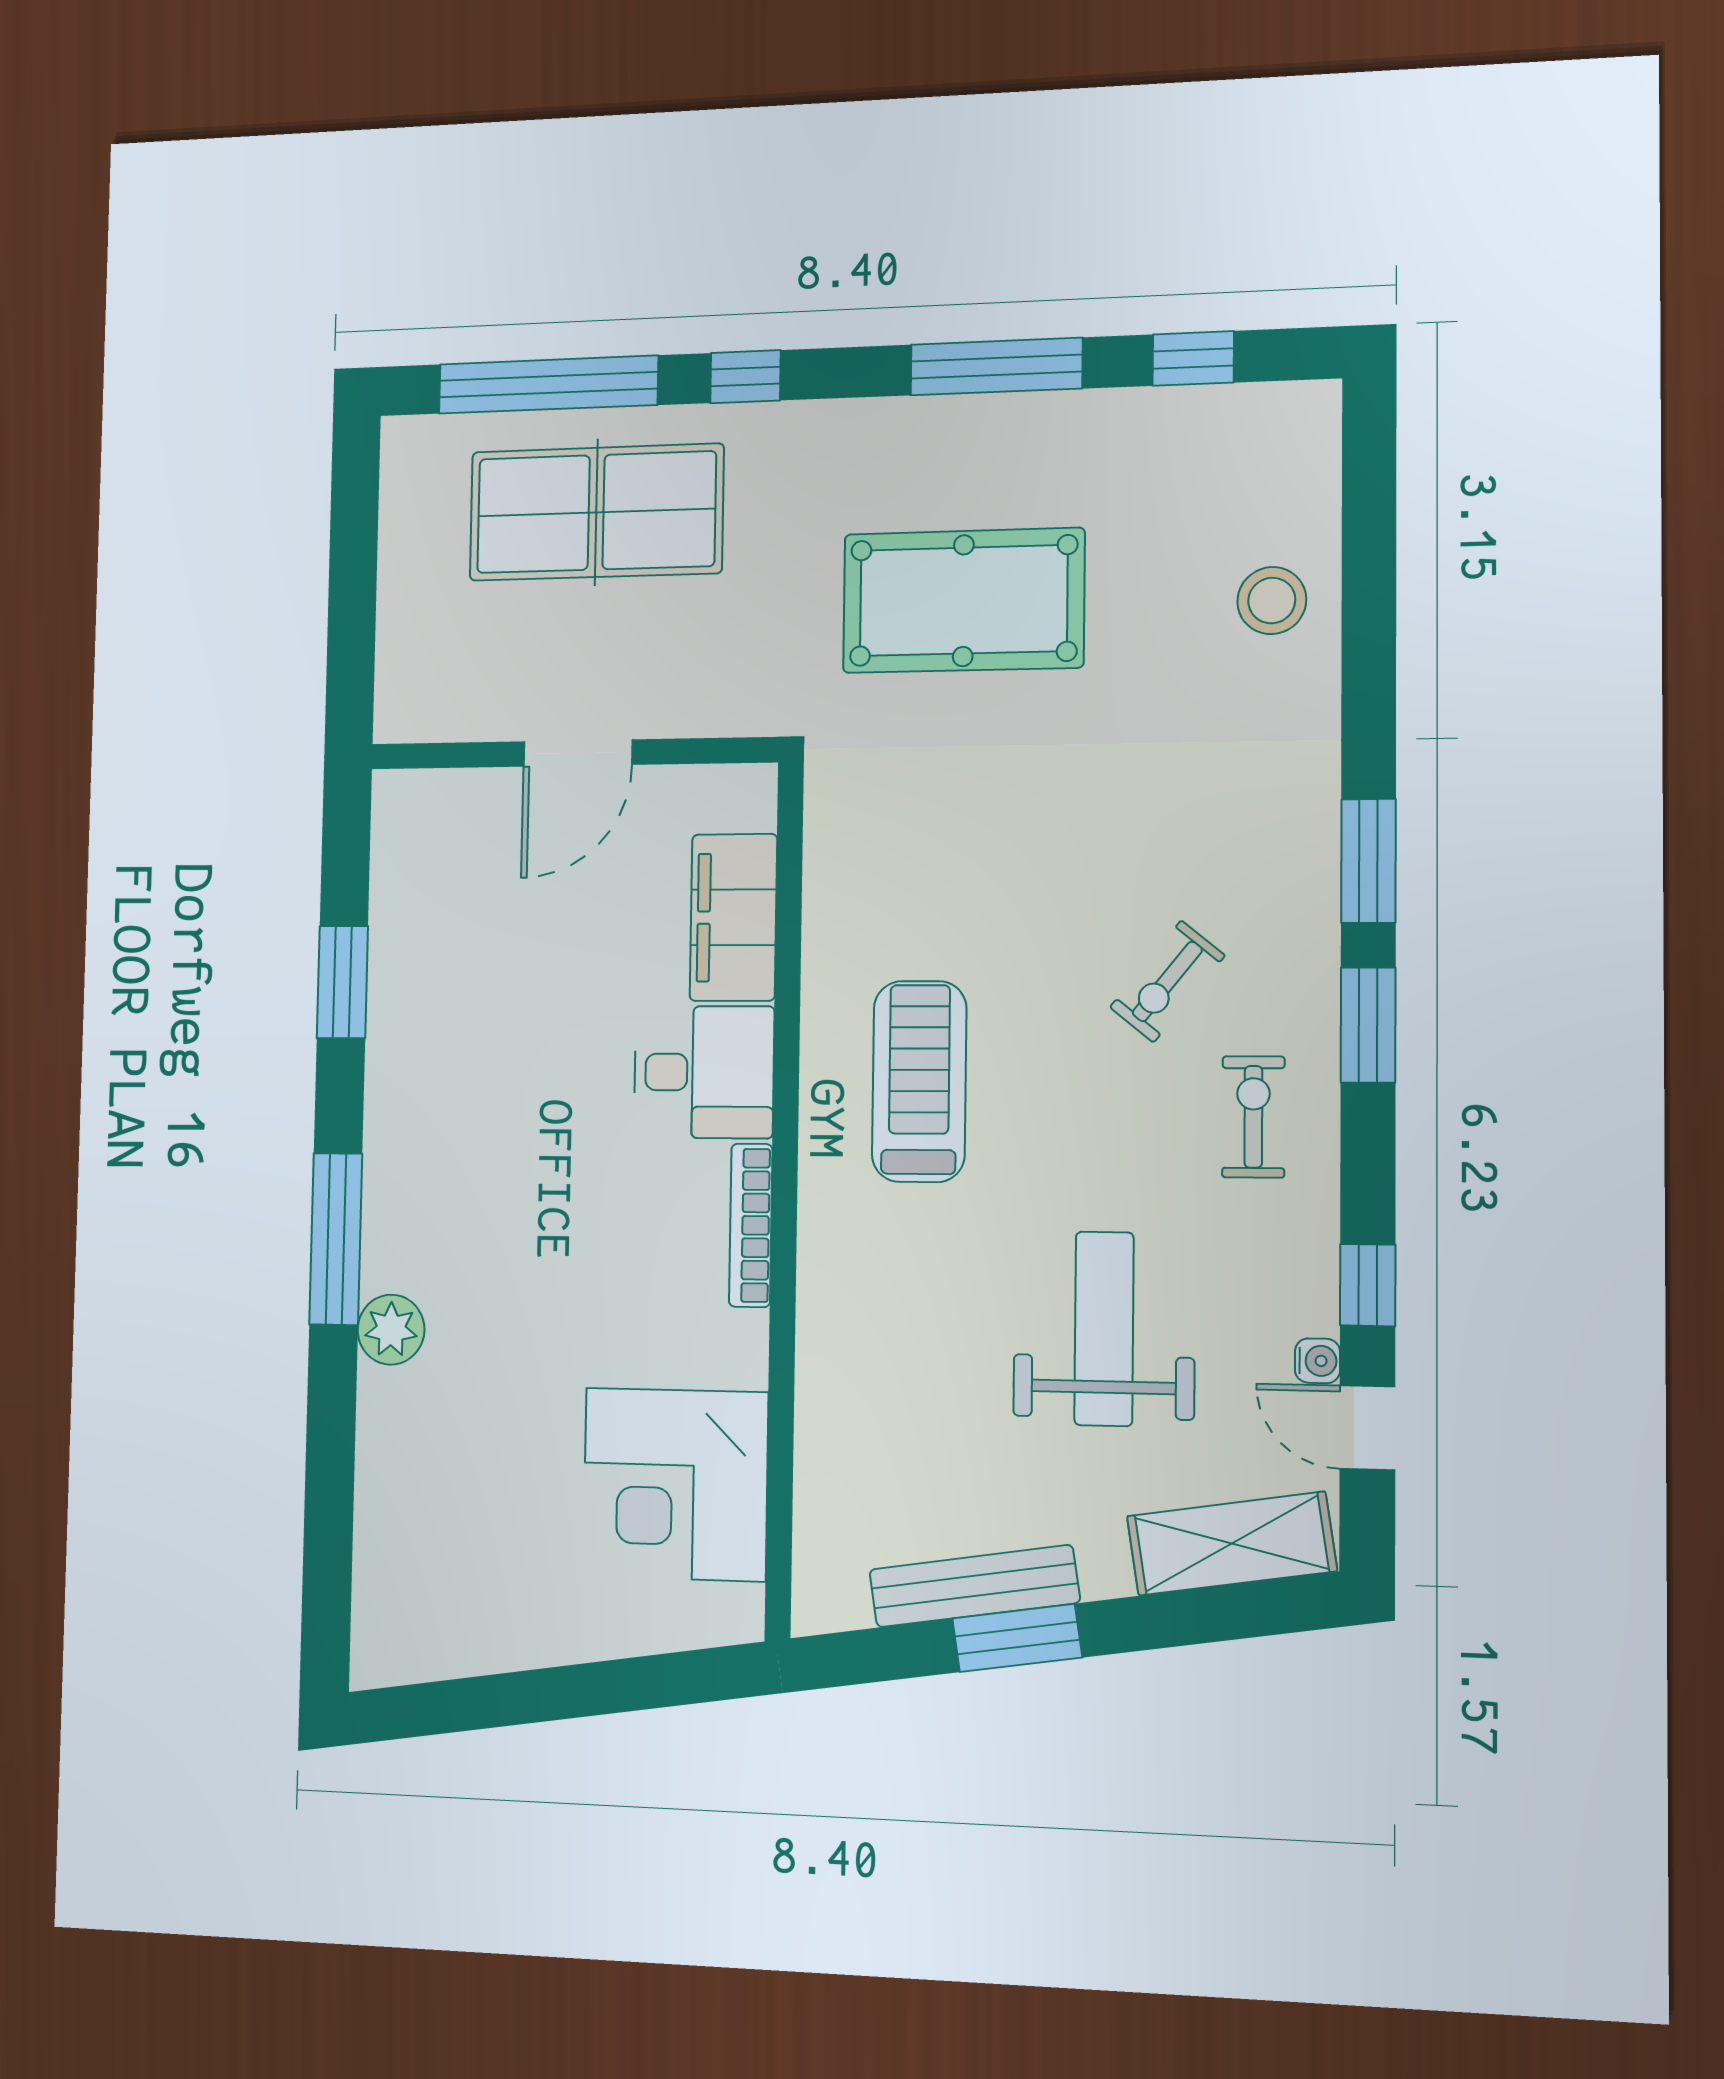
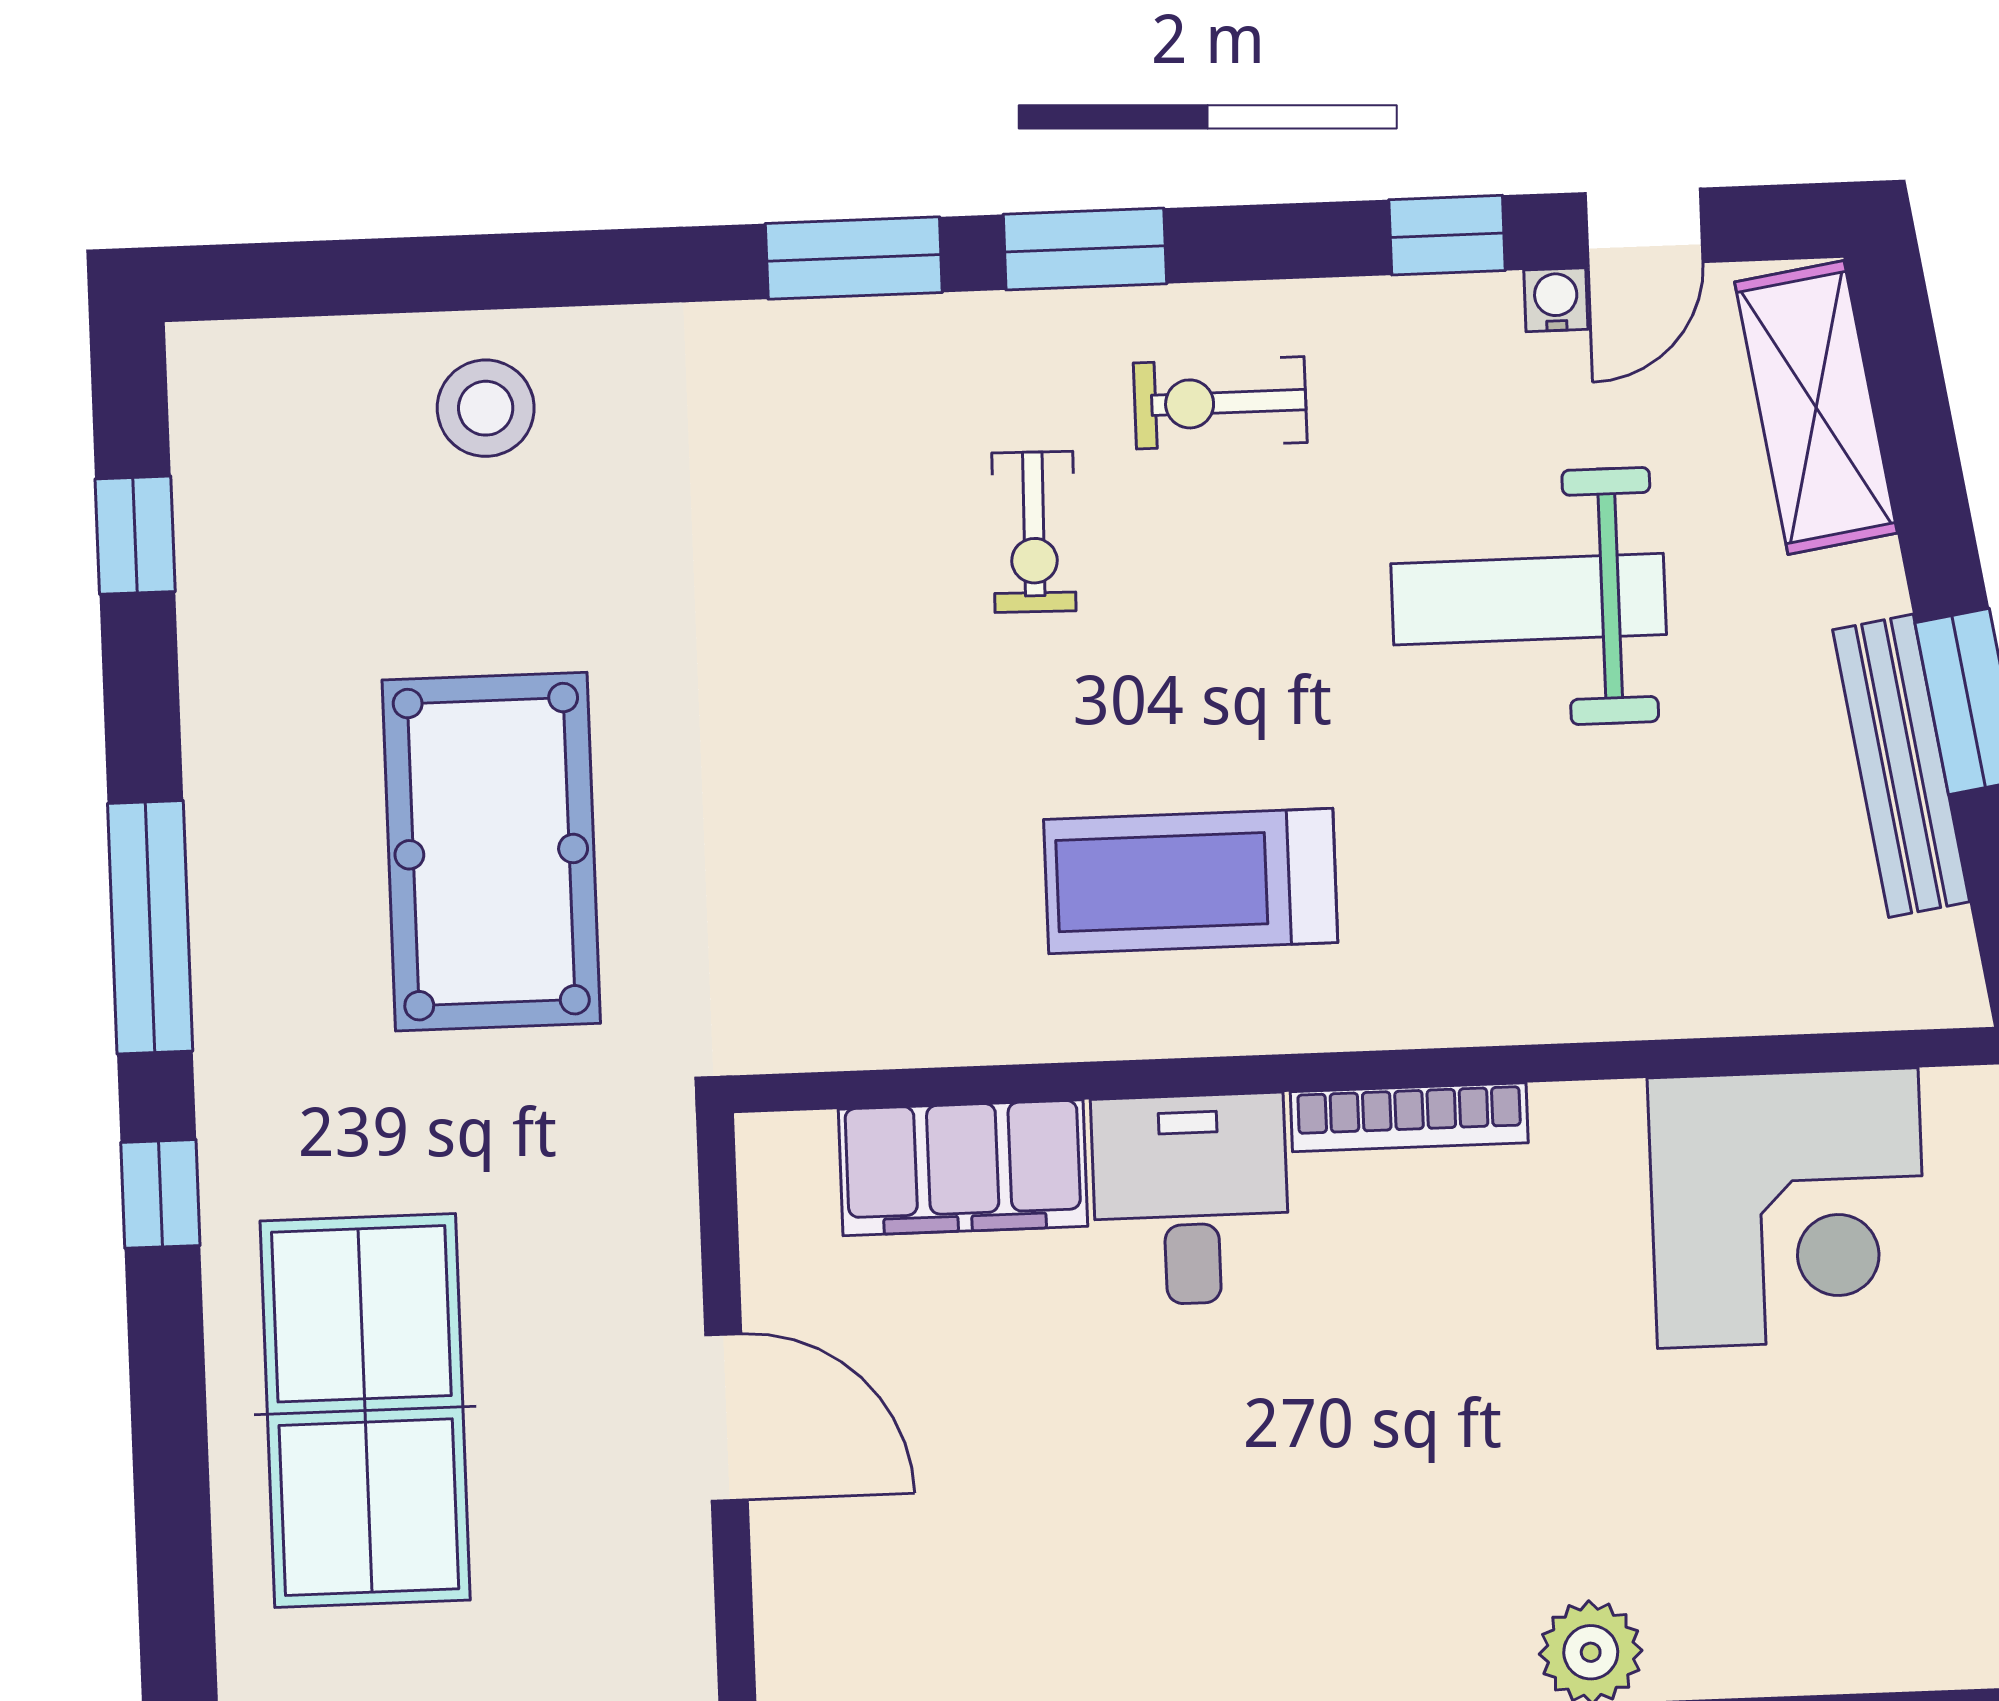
window: (996, 366) -> (150, 927), moved
window: (548, 385) -> (172, 1496), removed
exercise bike: (1167, 981) -> (1034, 532), turned 52

